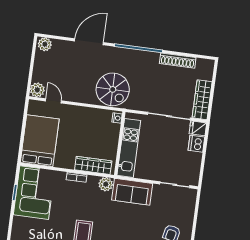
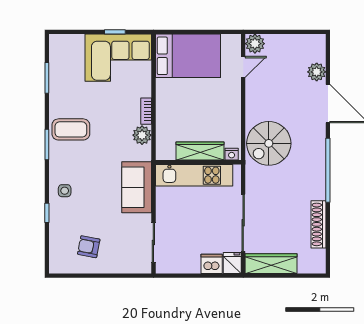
plant: (45, 44) -> (317, 72), moved
wardrobe: (93, 165) -> (200, 151), moved, turned -90
plant: (106, 184) -> (142, 135), moved

